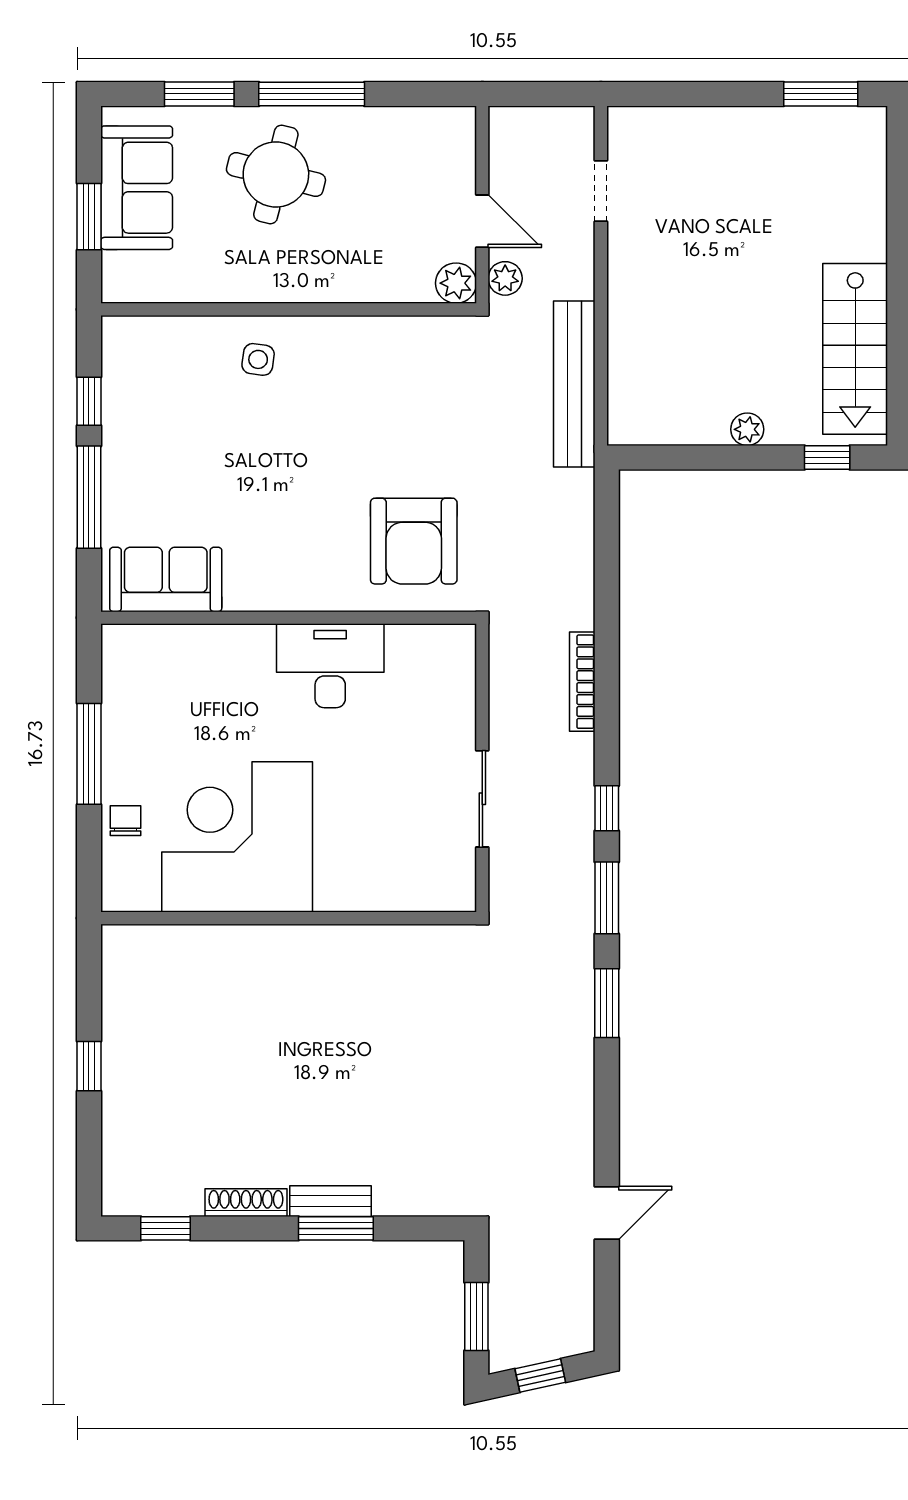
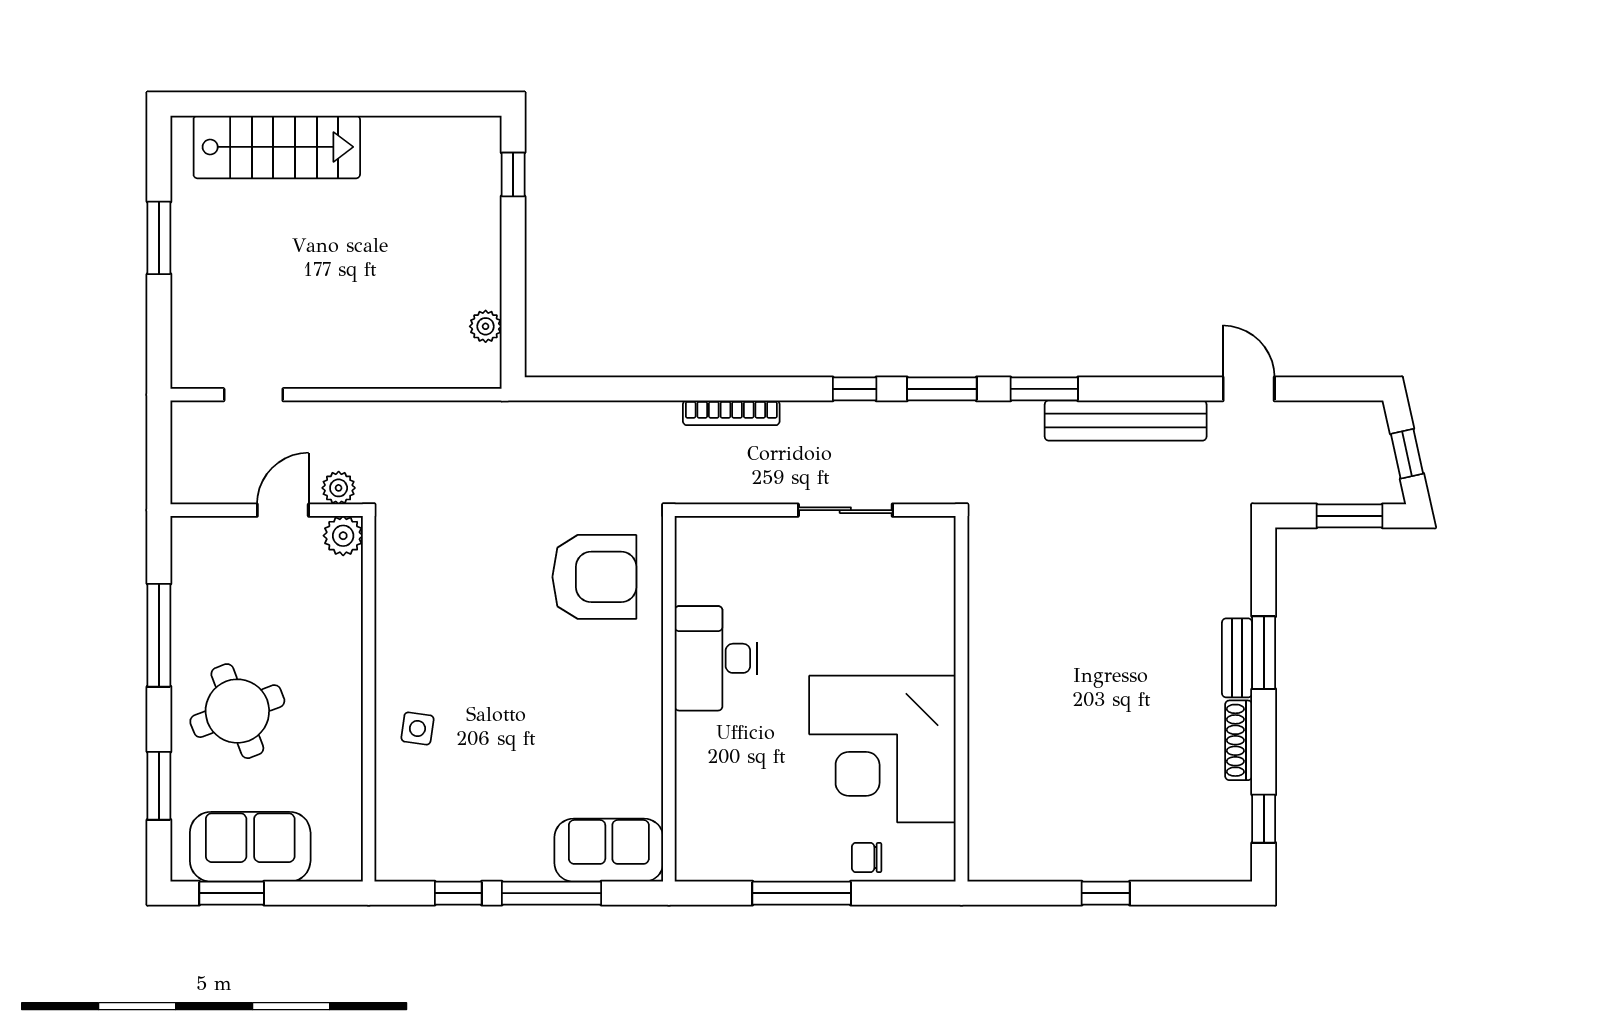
window: (312, 94) -> (159, 635), moved
window: (821, 94) -> (159, 238), moved
round table: (276, 174) -> (237, 711), turned -35
window: (89, 217) -> (232, 893), moved
stairs: (855, 349) -> (277, 147), moved
bench: (574, 384) -> (1126, 421), moved
plant: (747, 429) -> (486, 326), moved
sofa: (166, 579) -> (609, 850), moved, turned 90

